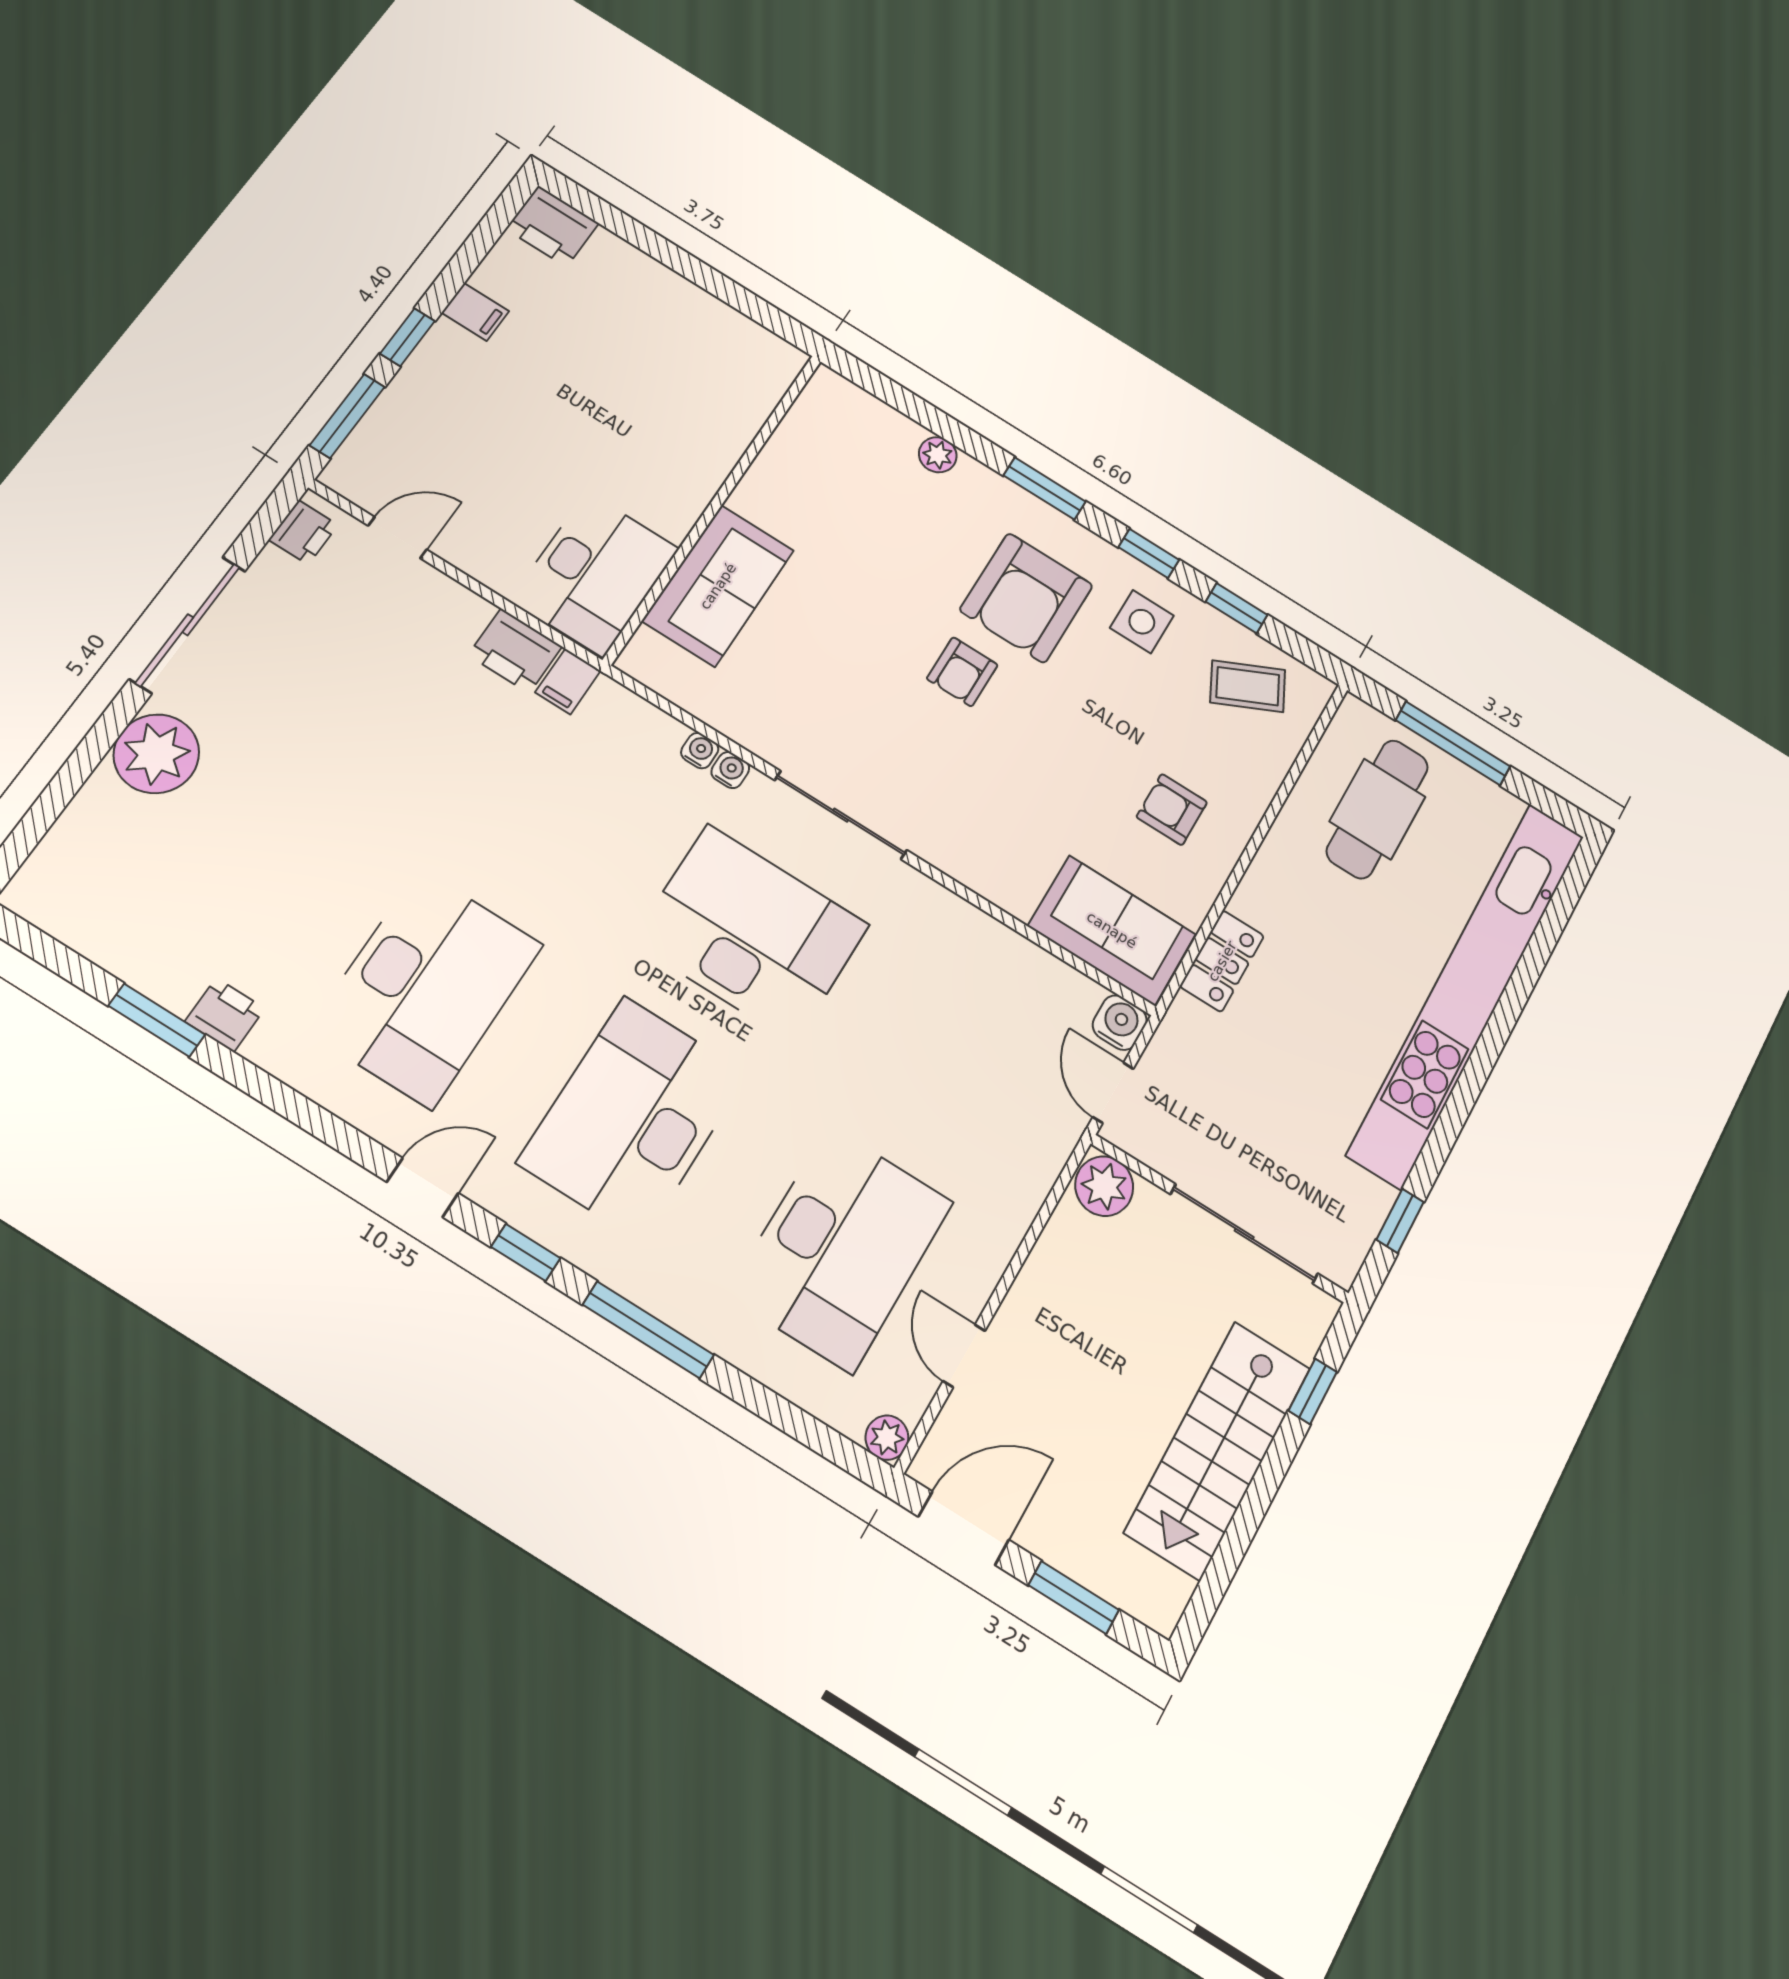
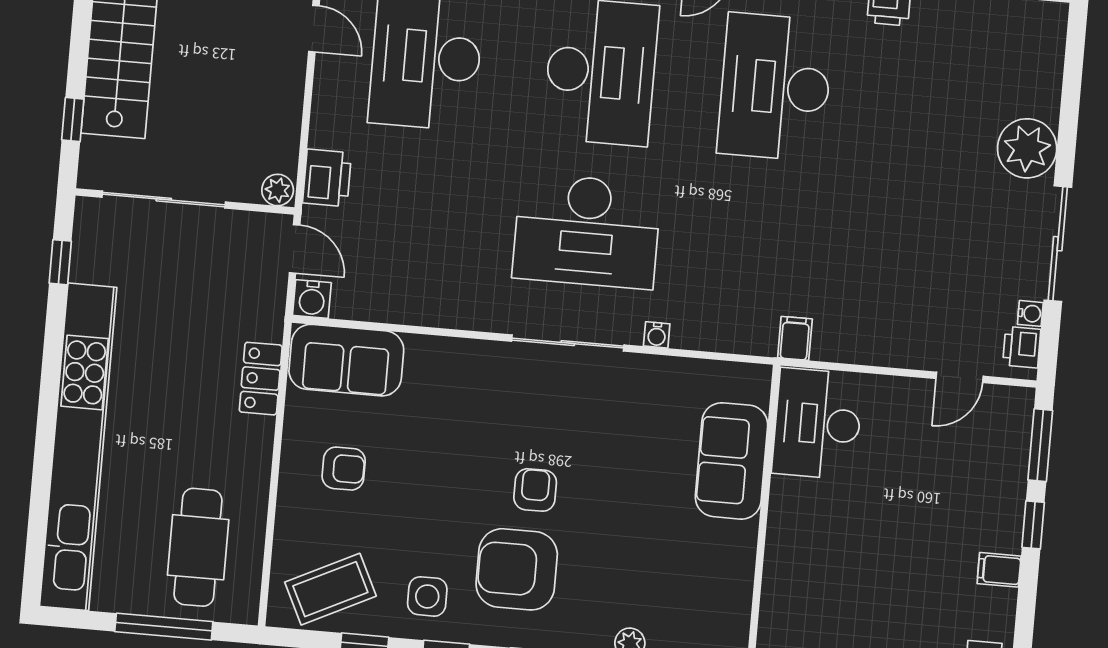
armchair: (1026, 598) -> (517, 569), turned -90
printer: (515, 651) -> (327, 178), moved, turned 90
coffee table: (1248, 686) -> (330, 589), width x1.36, depth x1.30
water cooler: (700, 751) -> (1030, 313), moved, turned -90
plant: (1104, 1186) -> (278, 190), width x0.73, depth x0.73

